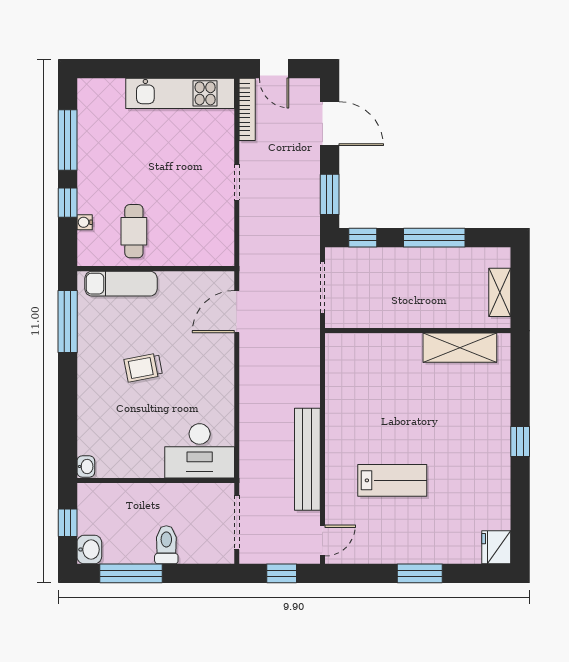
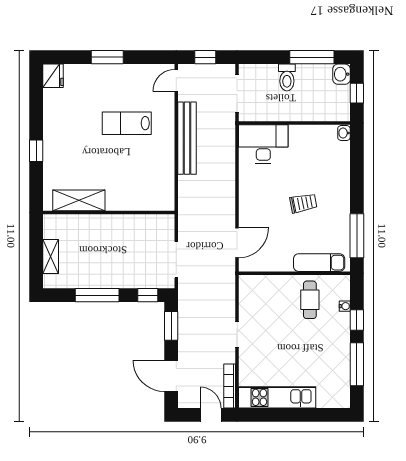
wall: (418, 331) -> (109, 212), moved
shelving: (460, 348) -> (79, 200), moved

